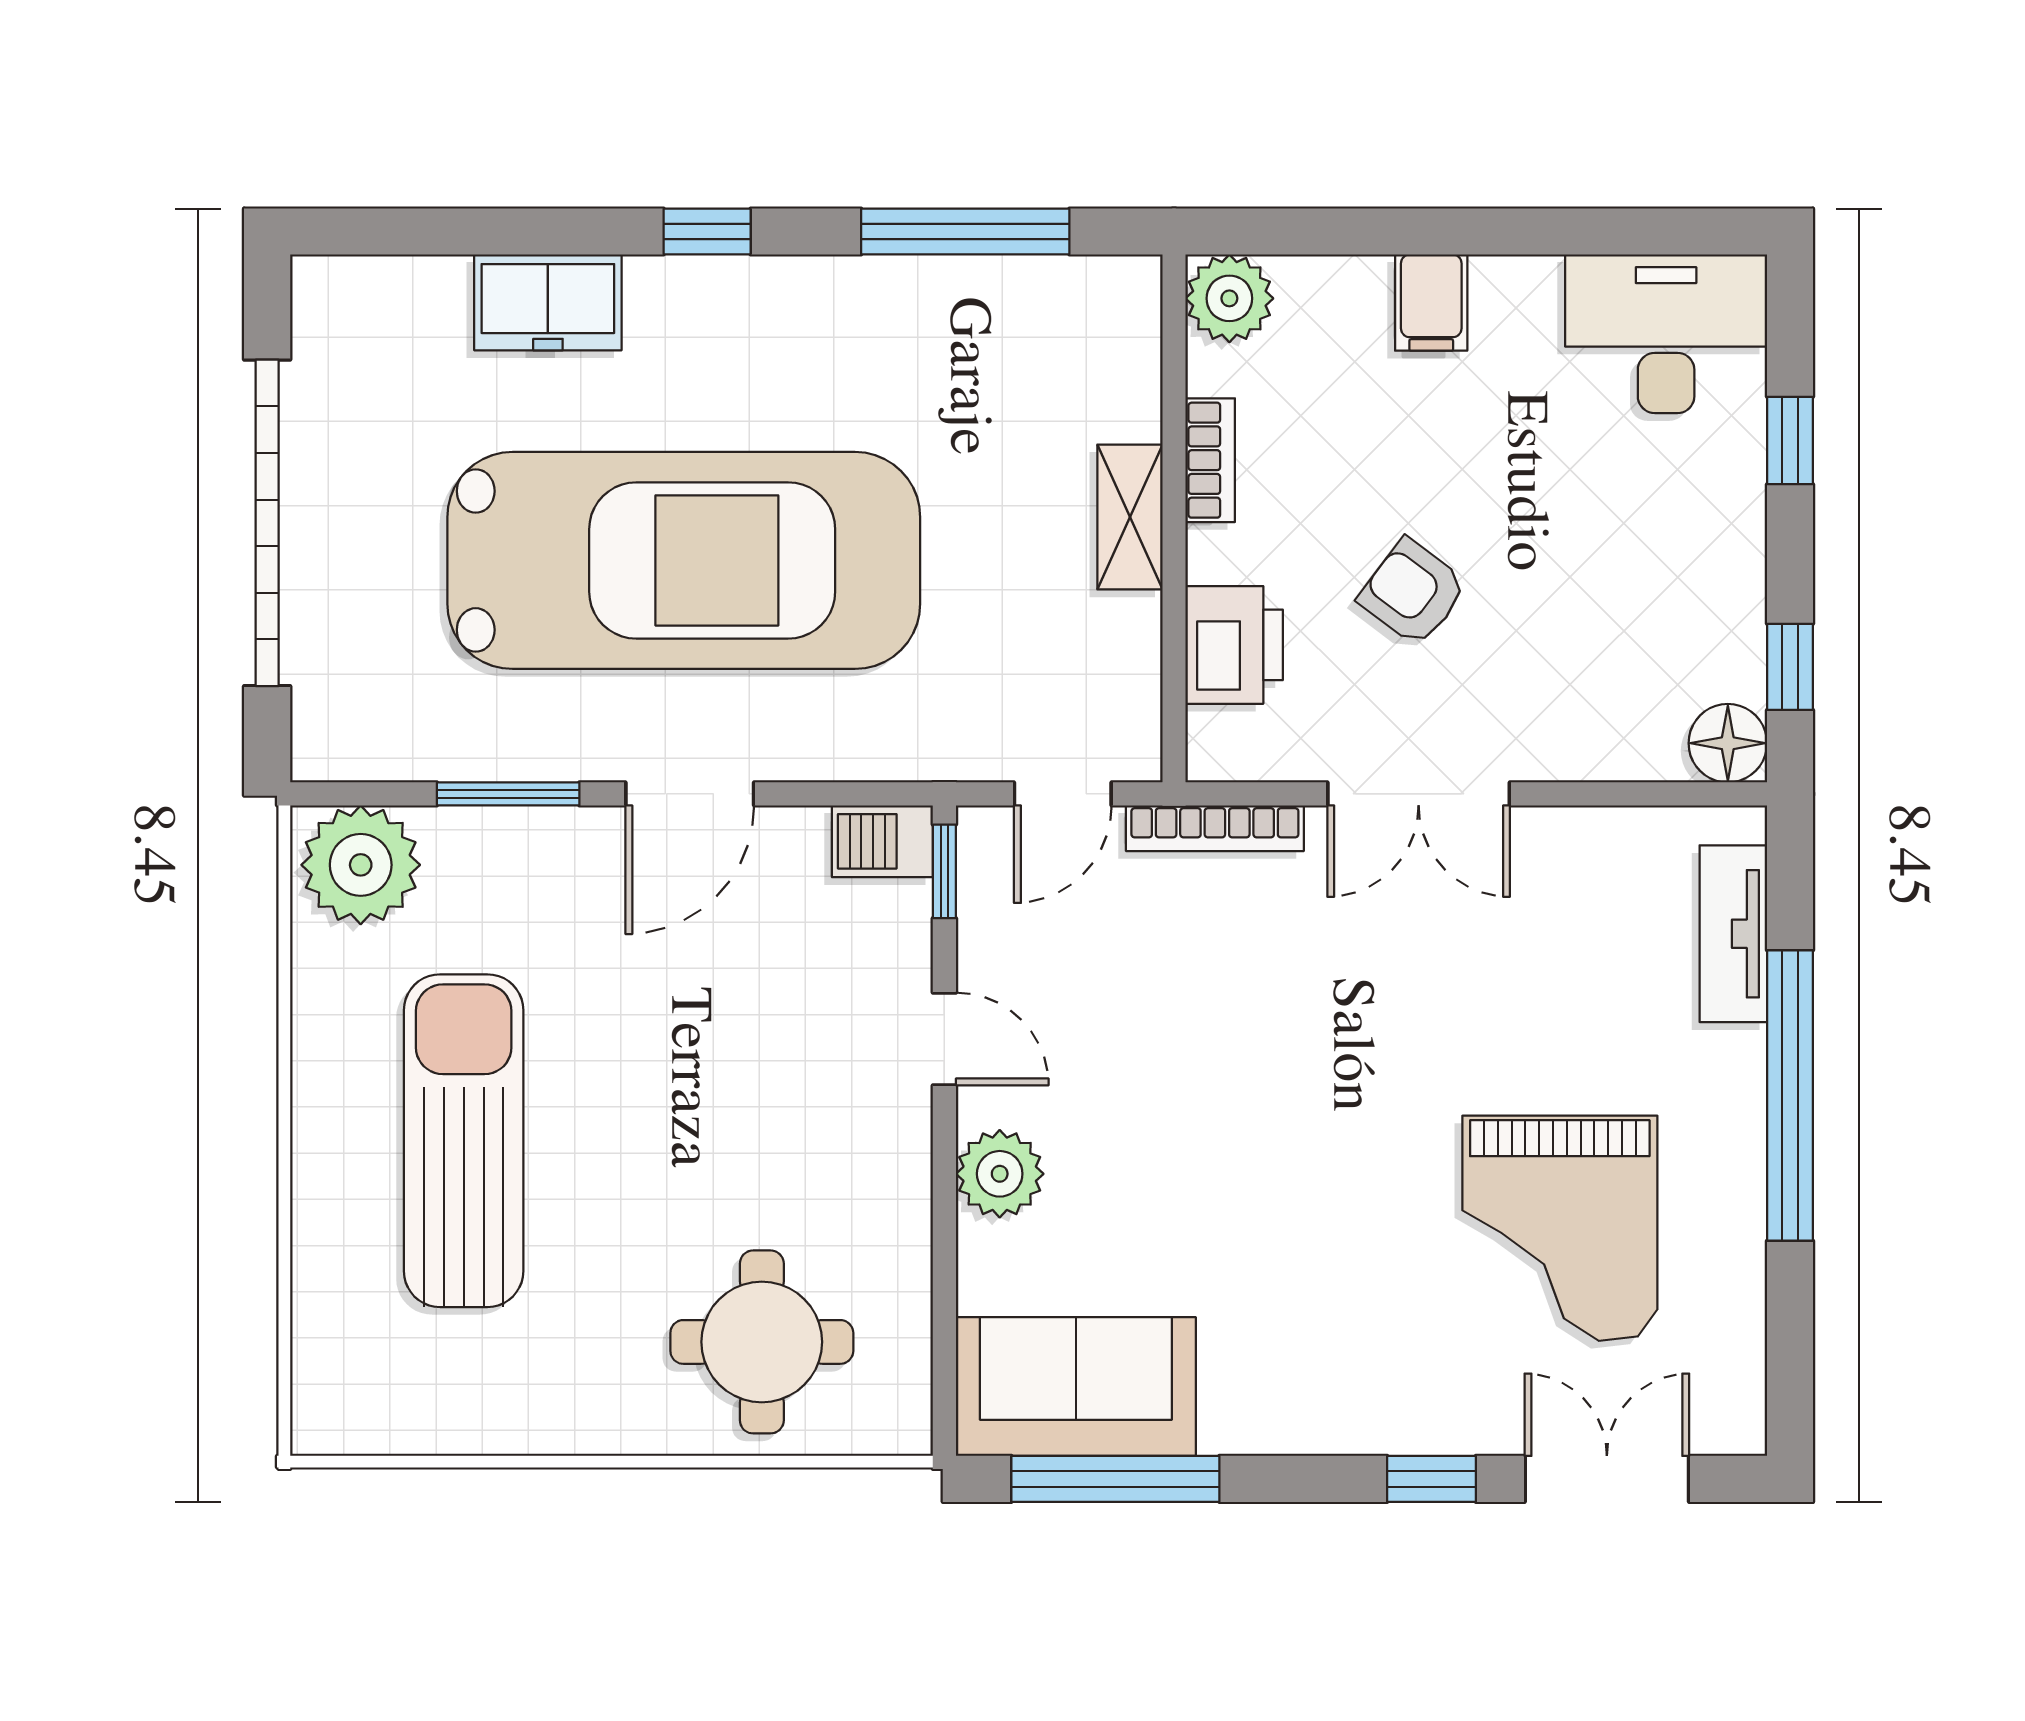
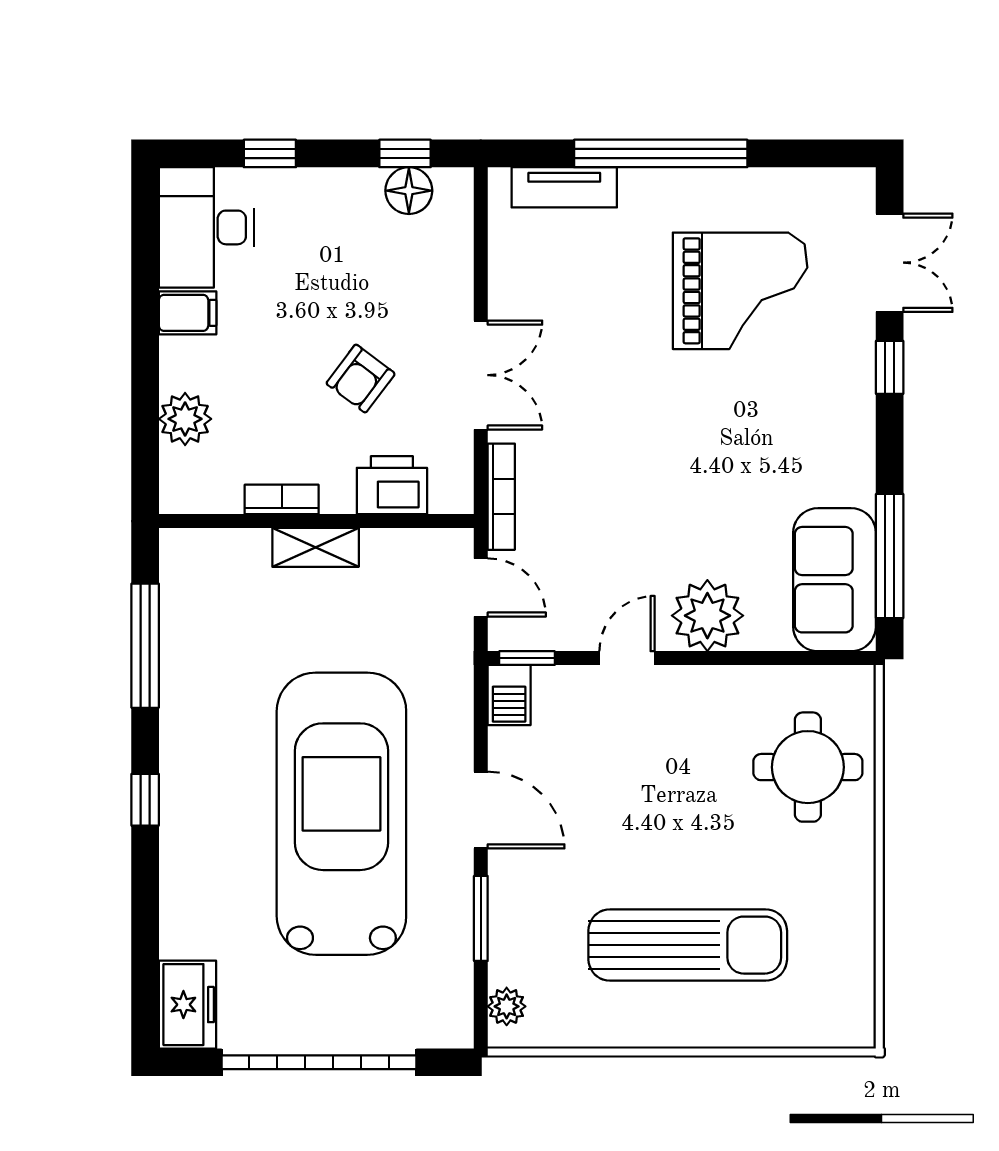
plant: (1229, 298) -> (185, 419), moved
freezer: (548, 302) -> (187, 1005), moved
filing cabinet: (1431, 303) -> (188, 313), moved
floor lamp: (1728, 743) -> (409, 191), moved
plant: (361, 865) -> (507, 1006), width x0.53, depth x0.53
sun lounger: (464, 1141) -> (688, 945), turned 180
plant: (1000, 1174) -> (707, 616), width x1.36, depth x1.36
double door: (1607, 1479) -> (890, 263), swing flipped

